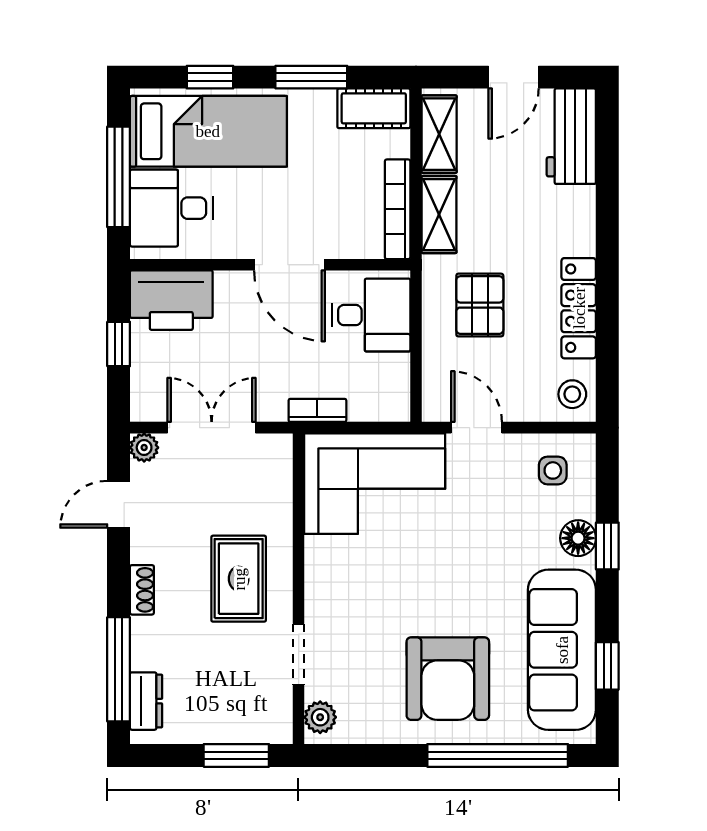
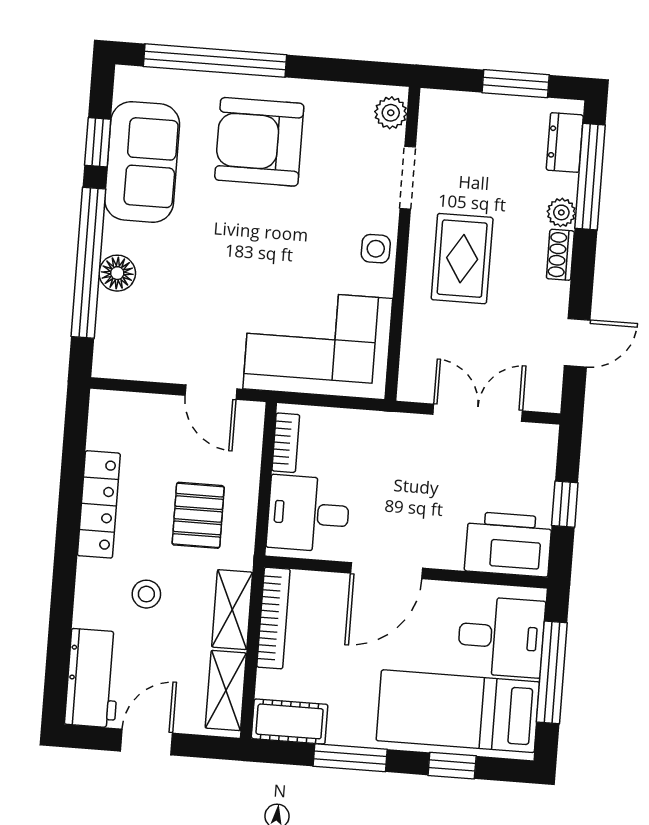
door: (290, 265) -> (387, 571), swing flipped
stool: (572, 394) -> (146, 594), moved
bookcase: (317, 410) -> (286, 443), moved, turned -90
double door: (212, 428) -> (478, 413), swing flipped
plant: (144, 448) -> (561, 212), moved
side table: (553, 470) -> (376, 249), moved
window: (607, 546) -> (88, 263), width x3.17
sofa: (562, 650) -> (142, 162), width x0.73
armchair: (448, 679) -> (259, 142), turned -90
window: (236, 755) -> (516, 84), moved

